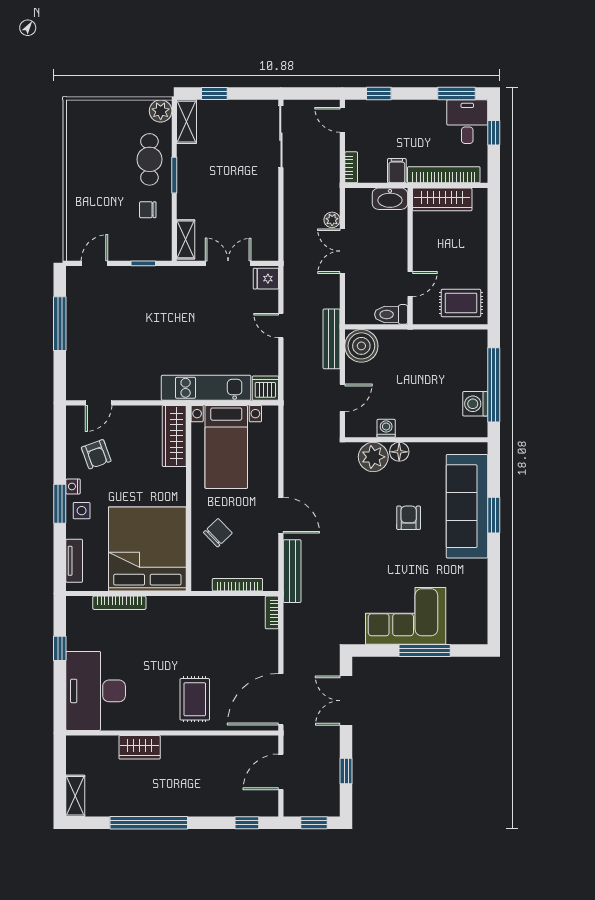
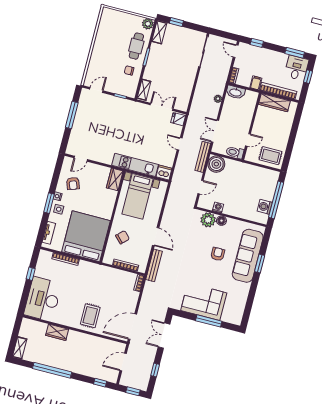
washbasin: (390, 199) -> (236, 92), moved
double door: (342, 251) -> (215, 131), moved
wardrobe: (174, 436) -> (115, 179), width x0.67

